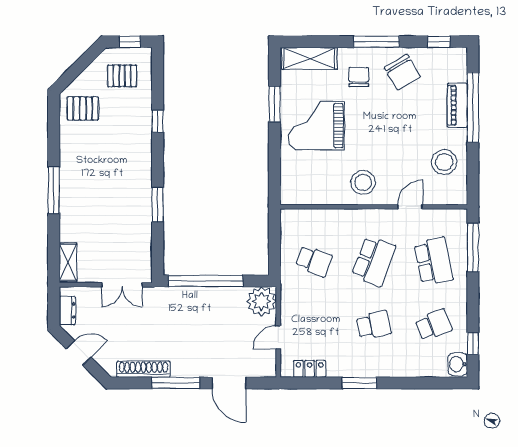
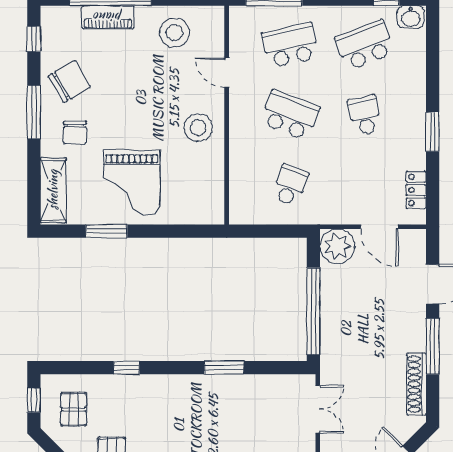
chair: (359, 77) -> (75, 132), turned -90
school desk: (434, 325) -> (365, 45), width x1.85
door: (278, 337) -> (379, 227), width x1.38

